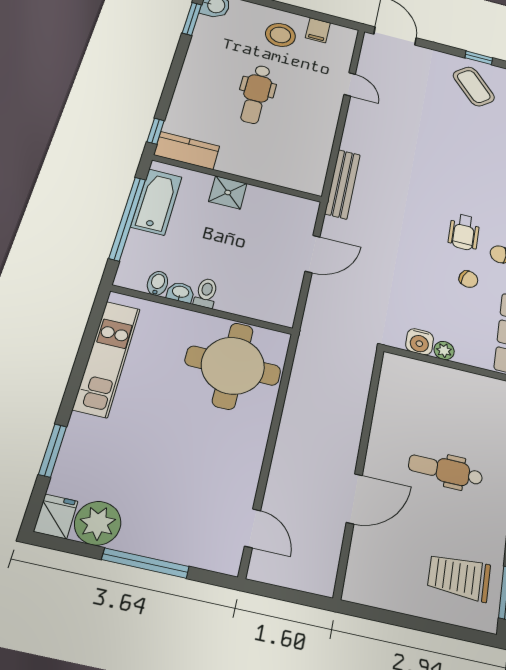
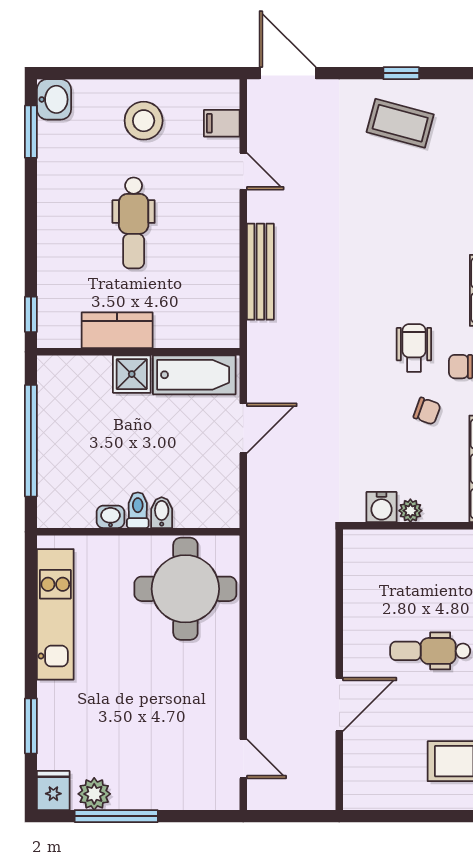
filing cabinet: (318, 30) -> (222, 123), moved, turned 90
coffee table: (474, 86) -> (400, 123), turned -35
kitchen counter: (187, 150) -> (117, 330), moved
bench: (343, 184) -> (260, 272), moved
bathtub: (156, 202) -> (194, 375), moved, turned 90
wheelchair: (464, 232) -> (414, 348), turned 180
bidet: (157, 283) -> (162, 513), moved
plant: (98, 523) -> (94, 794), width x0.73, depth x0.73
window: (145, 563) -> (116, 816), moved

